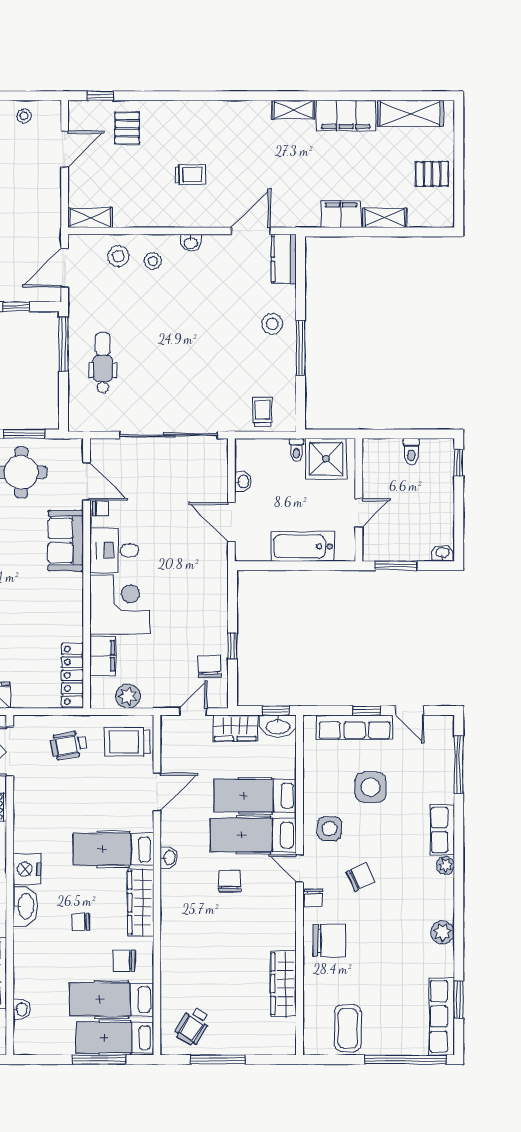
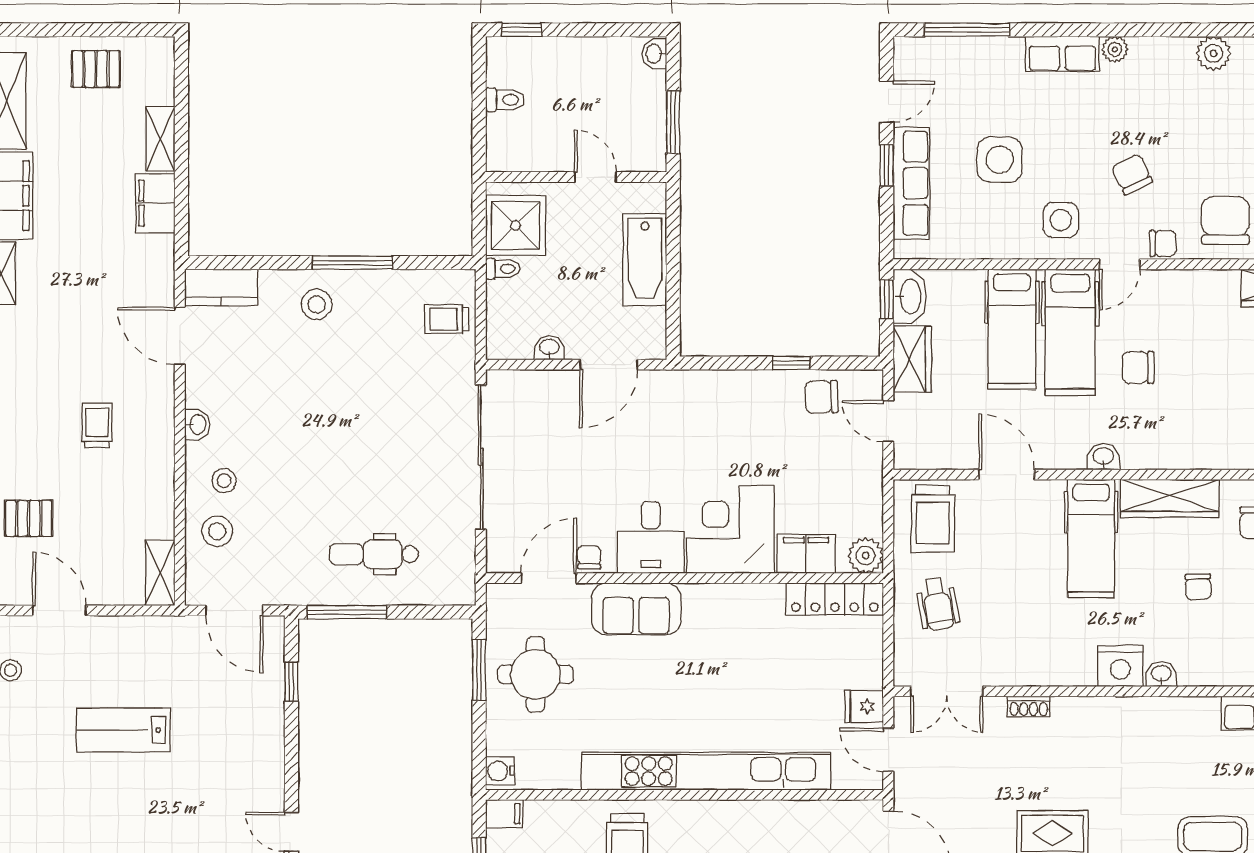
pallet: (432, 174) -> (96, 69), turned 90
plant: (128, 696) -> (866, 555), moved
washbasin: (25, 906) -> (1161, 674), width x0.52, depth x0.69

